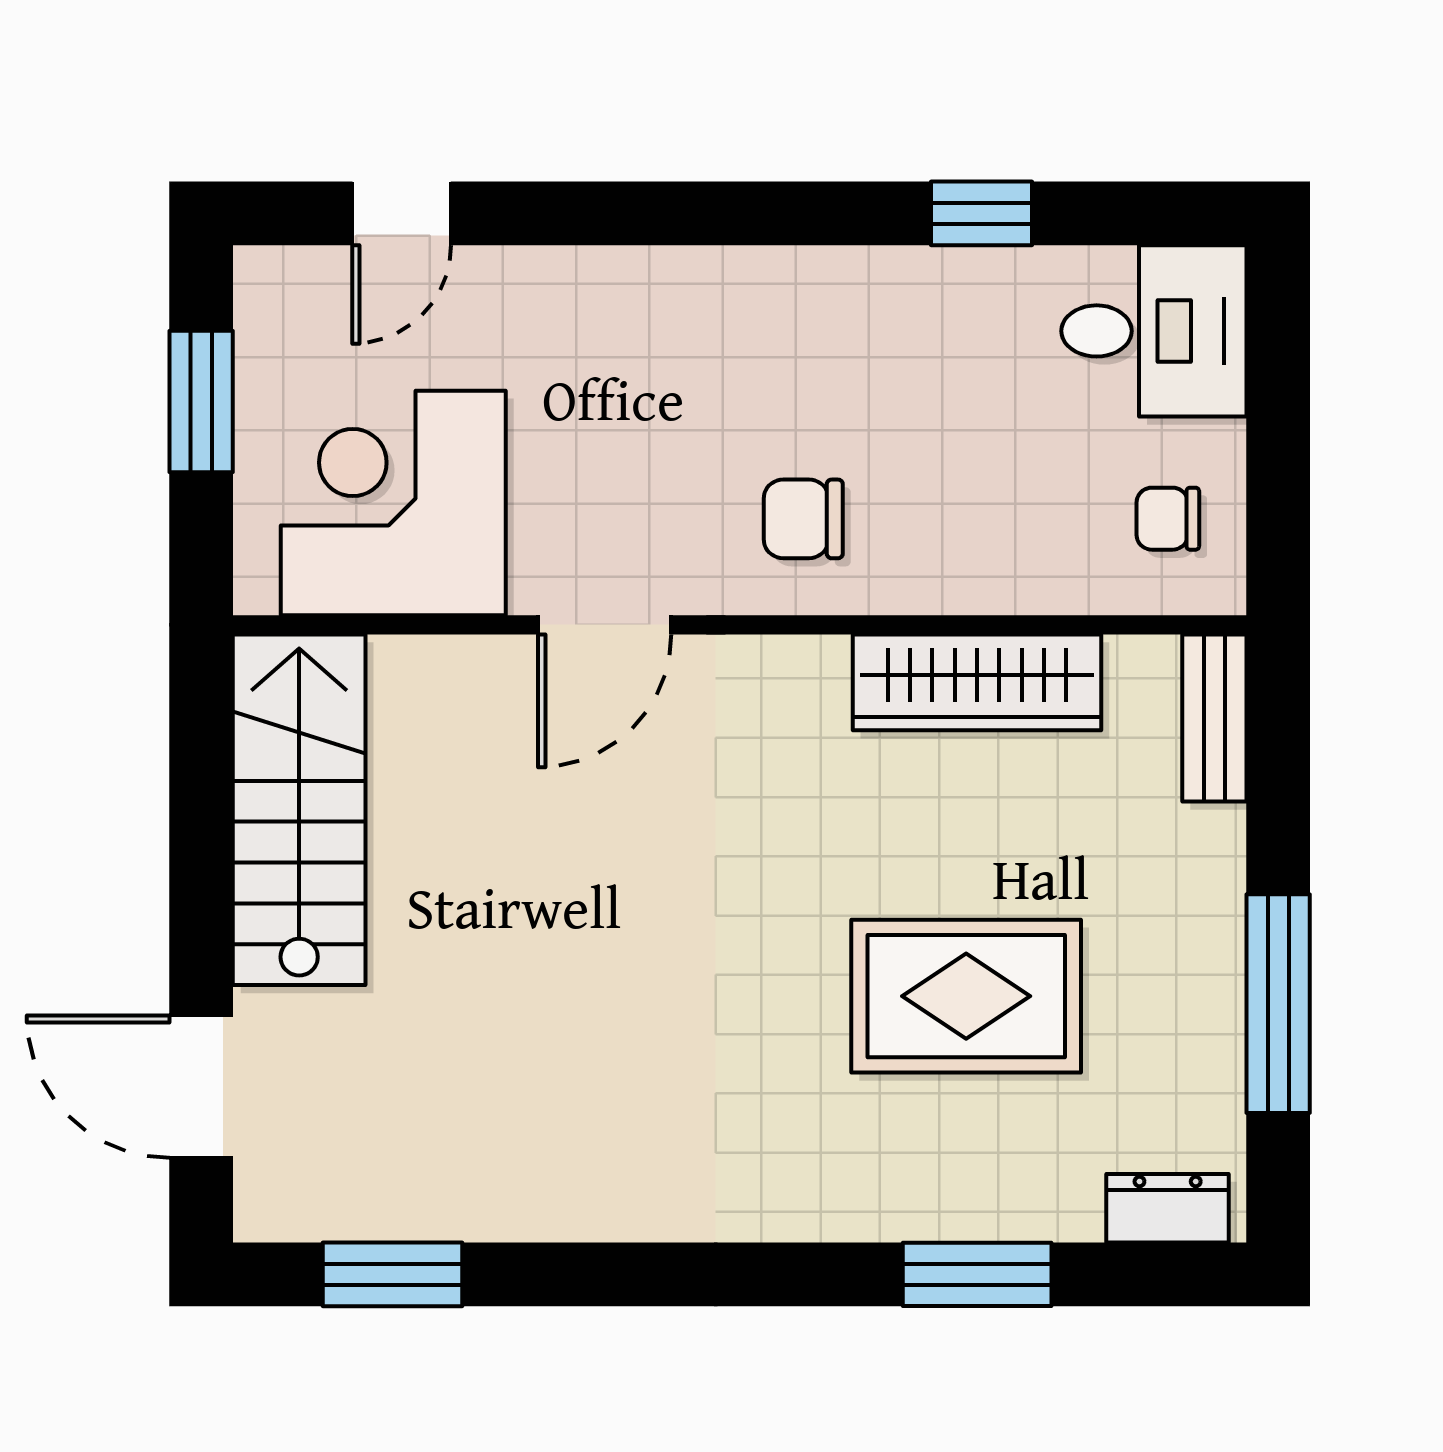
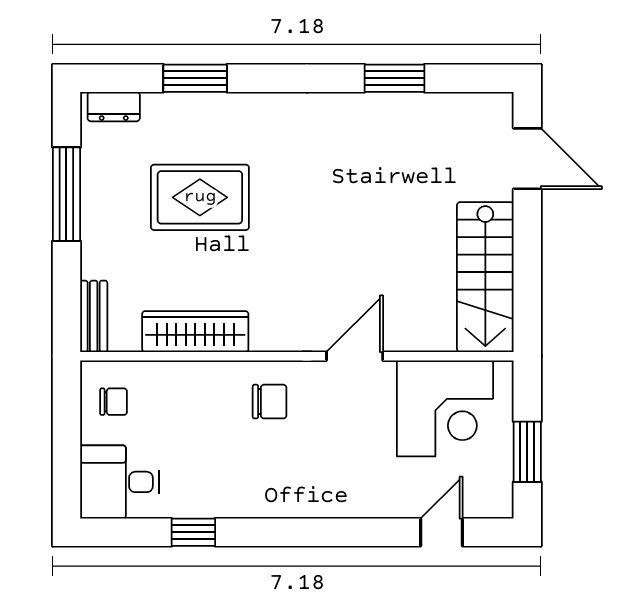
window: (393, 1274) -> (394, 78), moved

